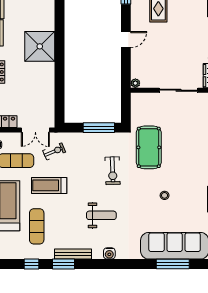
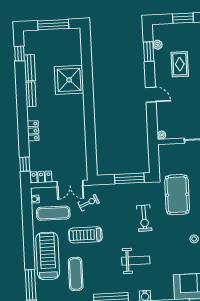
door: (126, 40) -> (151, 95), hinge flipped
shower: (40, 46) -> (69, 80), moved

